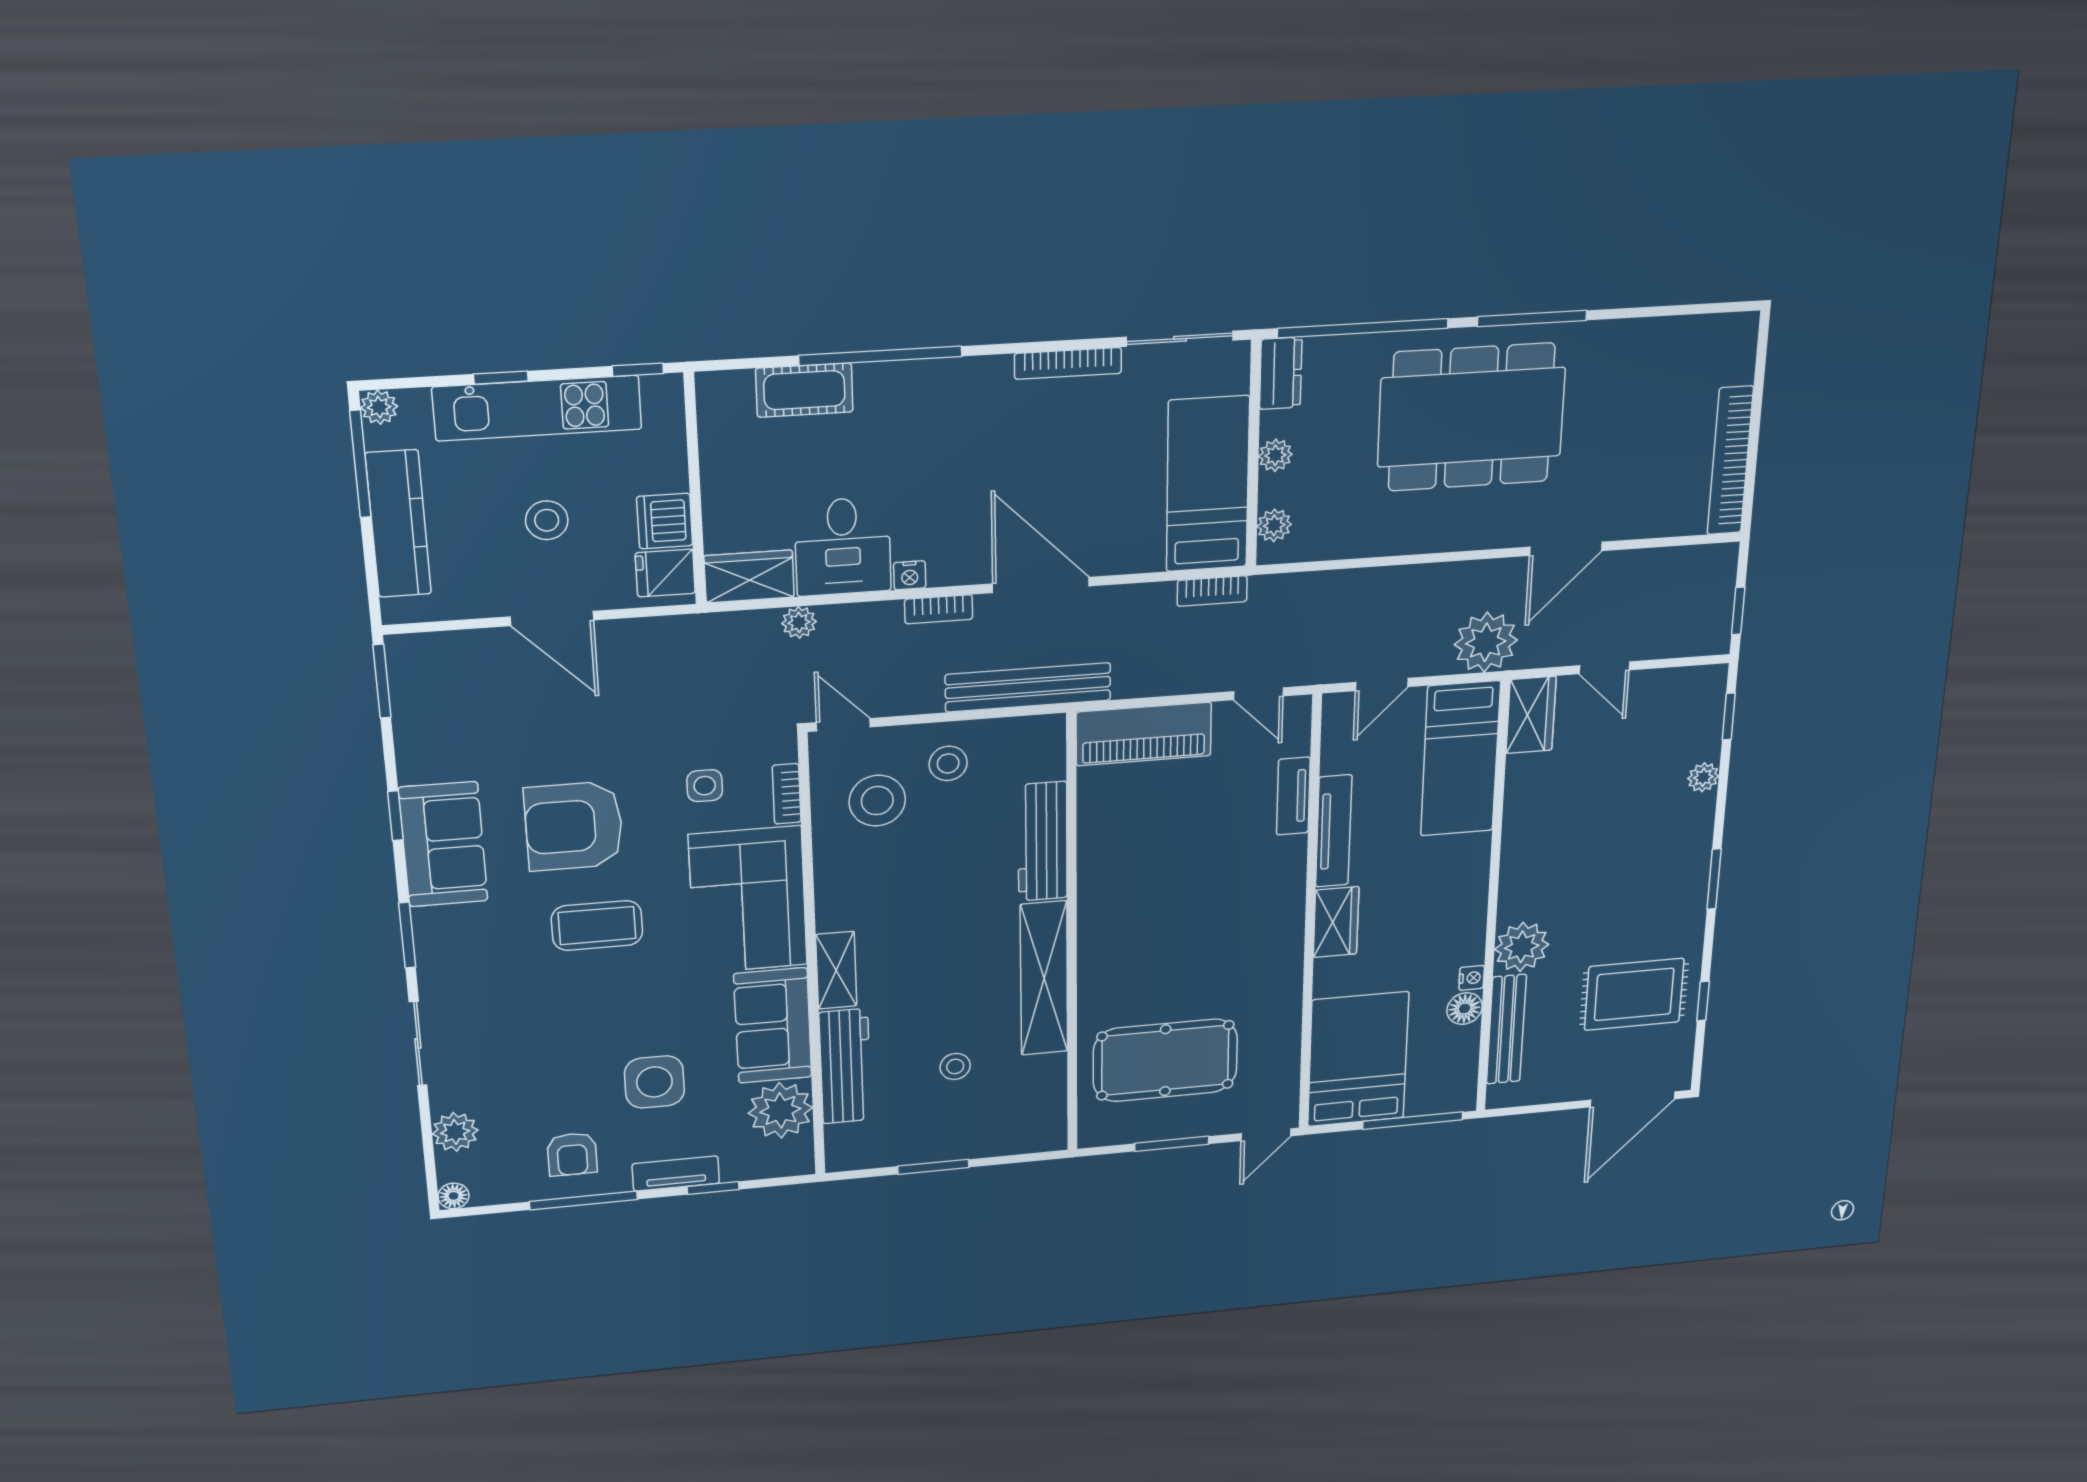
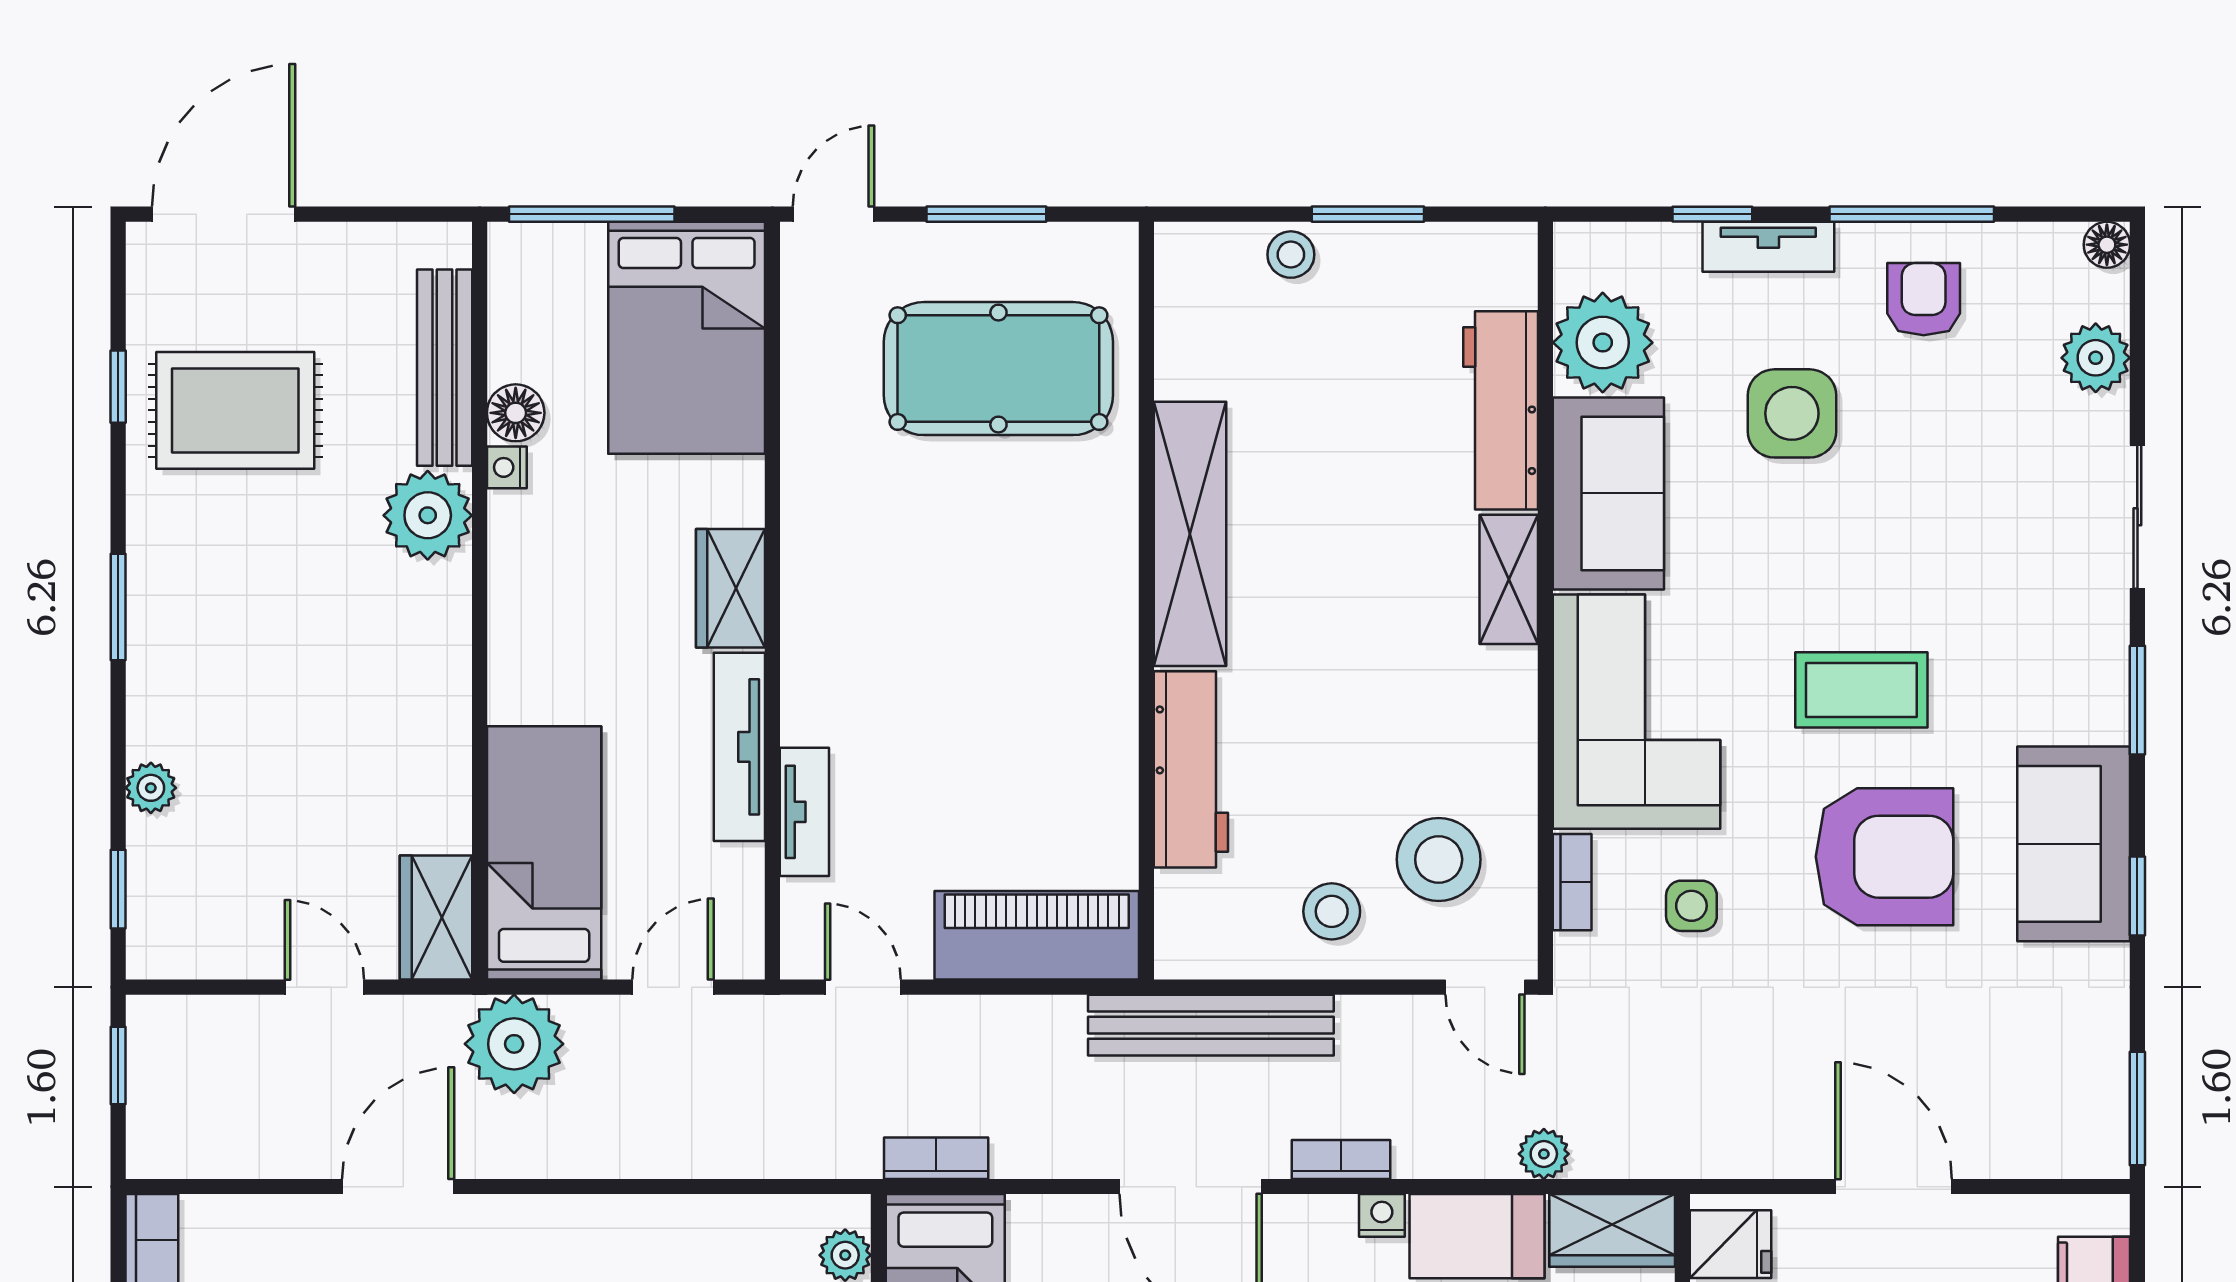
stool: (955, 1066) -> (1291, 255), moved

